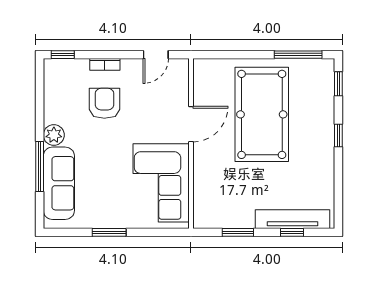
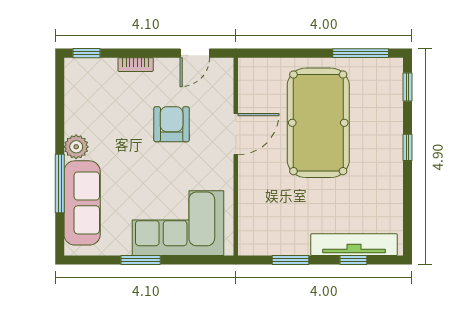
armchair: (104, 103) -> (172, 124), moved
corner sofa: (161, 183) -> (178, 223), moved, turned 90

